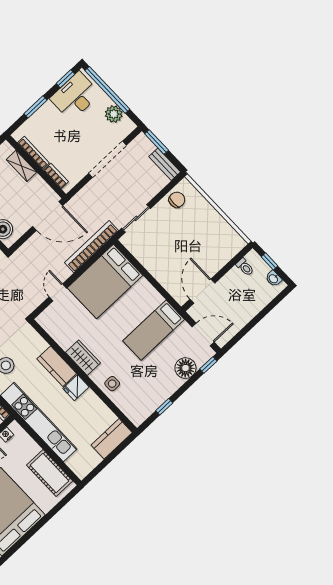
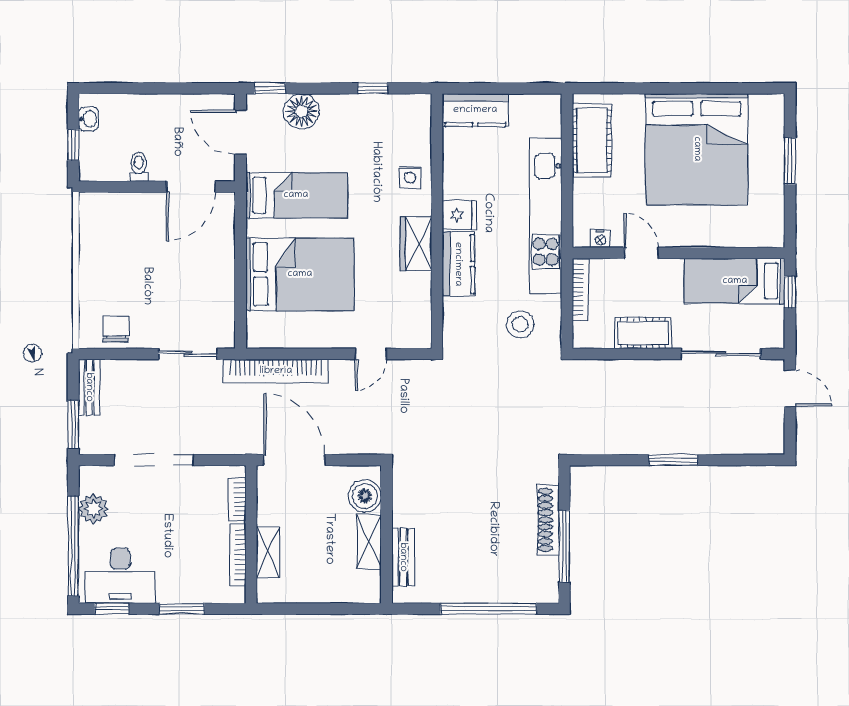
chair: (177, 200) -> (116, 329), turned 90
toilet: (245, 267) -> (139, 167), moved
bed: (105, 282) -> (300, 274), moved

